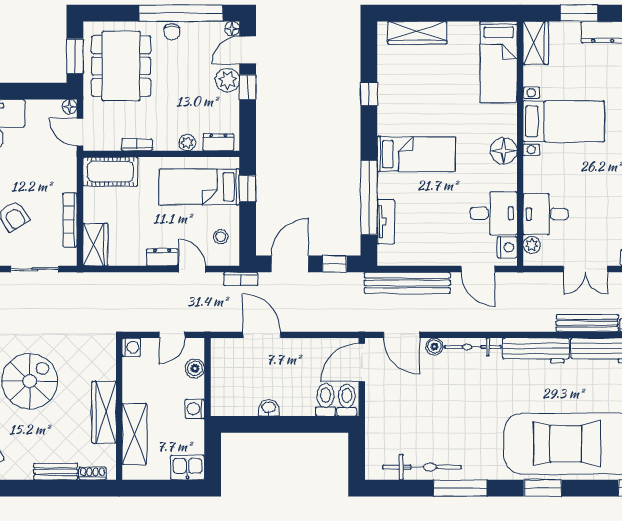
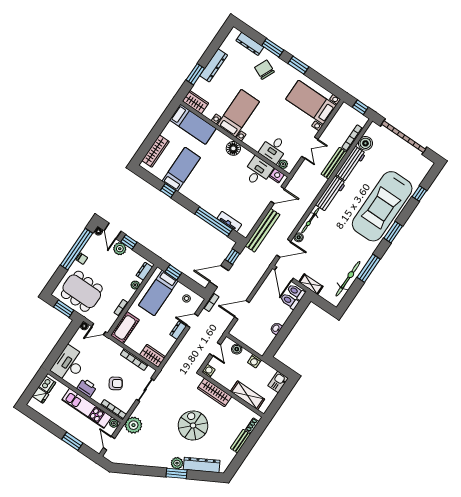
bed: (416, 154) -> (181, 169), moved
door: (290, 264) -> (219, 276), hinge flipped
wardrobe: (104, 412) -> (214, 392), moved
shelving: (374, 415) -> (311, 284), added

